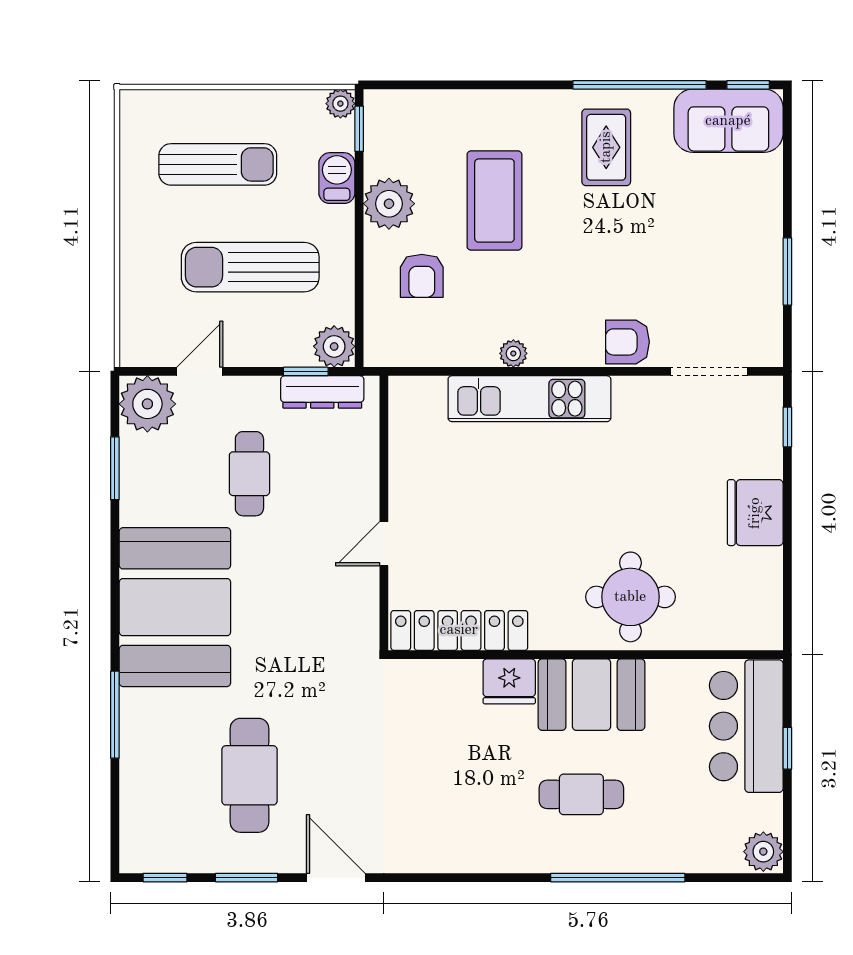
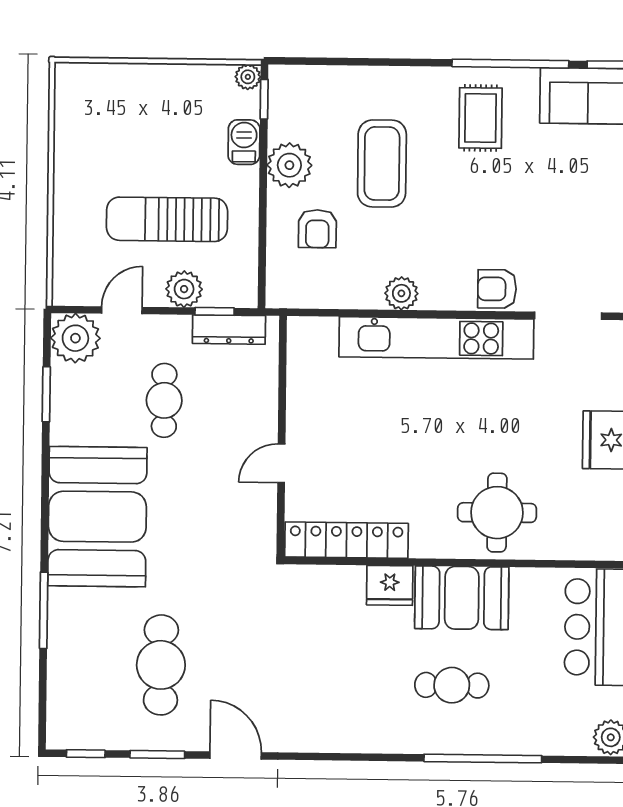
sun lounger: (218, 164) -> (140, 129), removed
plant: (334, 346) -> (184, 289), moved
plant: (513, 353) -> (401, 293), width x1.38, depth x1.38
kitchen unit: (529, 399) -> (436, 338), width x1.36

